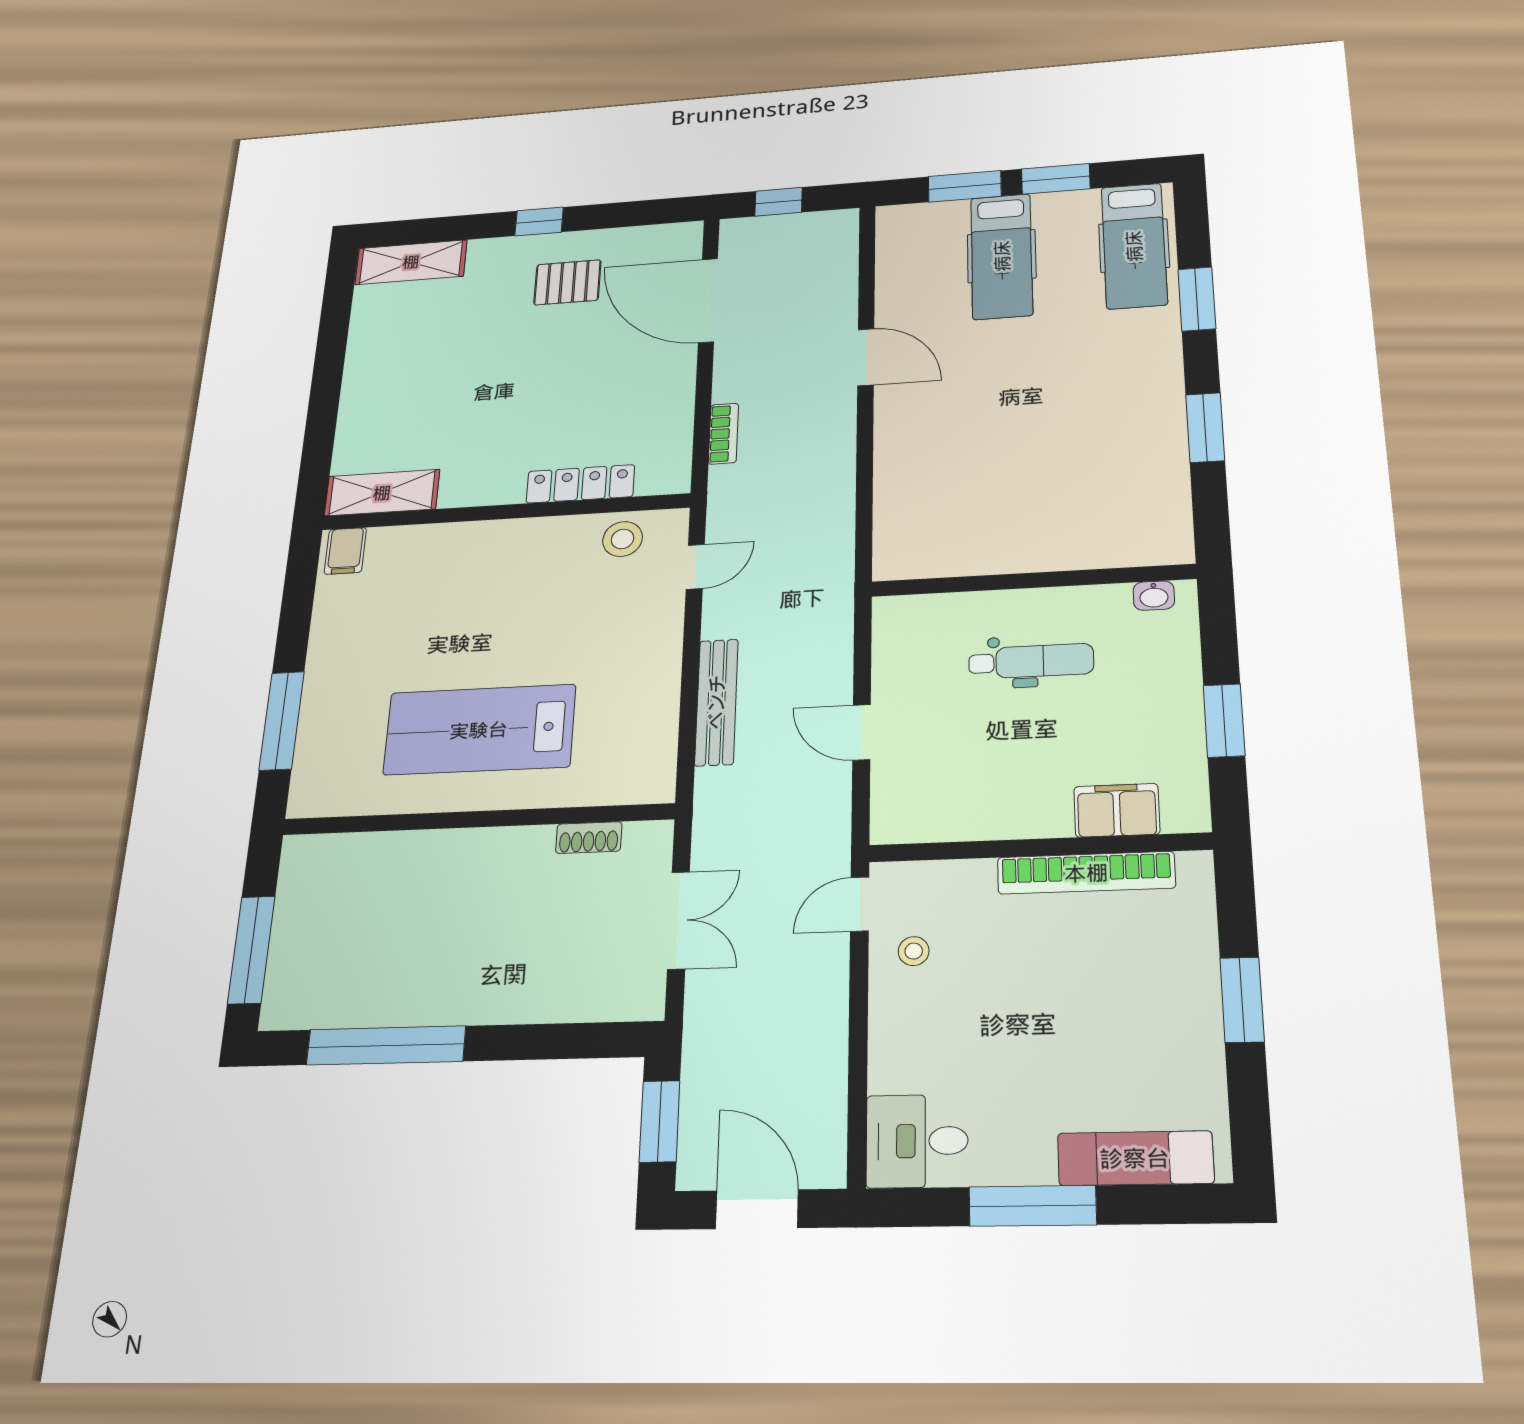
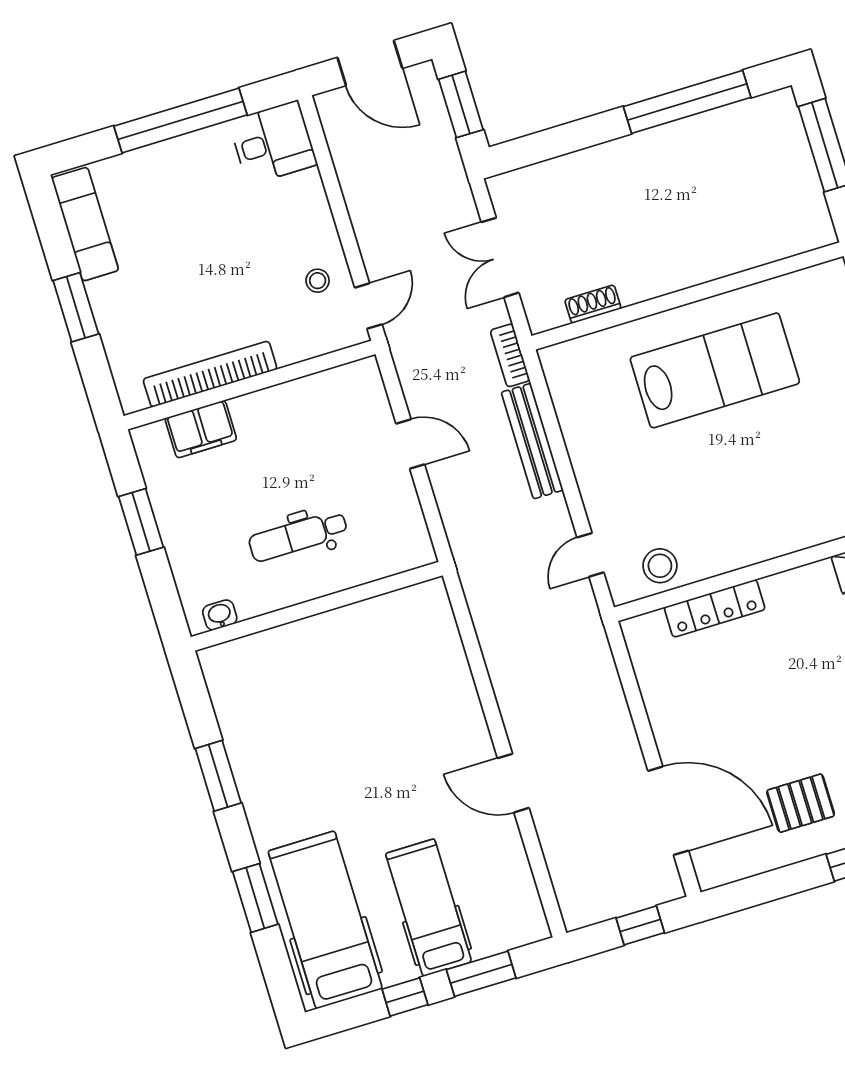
window: (1056, 179) -> (405, 997), width x0.67
hospital bed: (1134, 246) -> (325, 920), width x1.37, depth x1.29
bookcase: (723, 434) -> (510, 355), moved
exam couch: (1135, 1158) -> (85, 224), moved, turned -90
window: (1032, 1206) -> (181, 120), width x1.46

